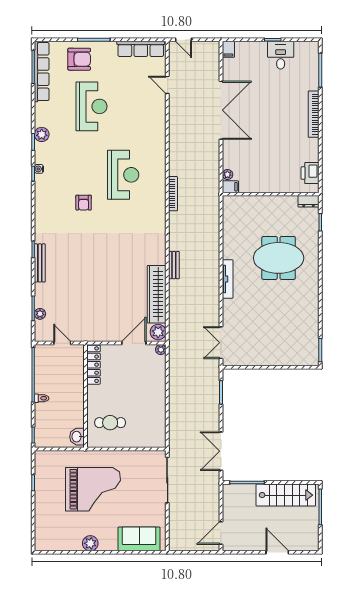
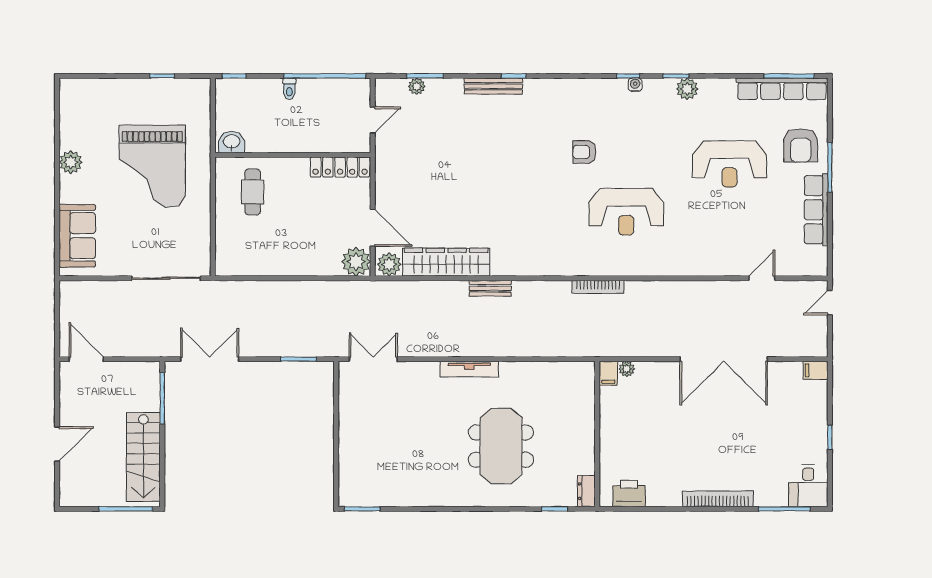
row of seats: (141, 49) -> (816, 210), moved
desk: (281, 55) -> (808, 486), moved, turned 90
plant: (161, 350) -> (356, 262), width x1.87, depth x1.87

